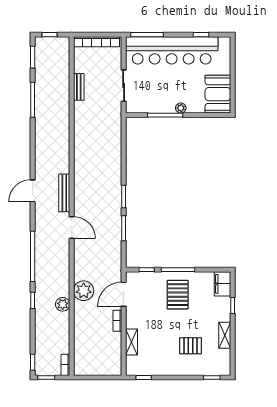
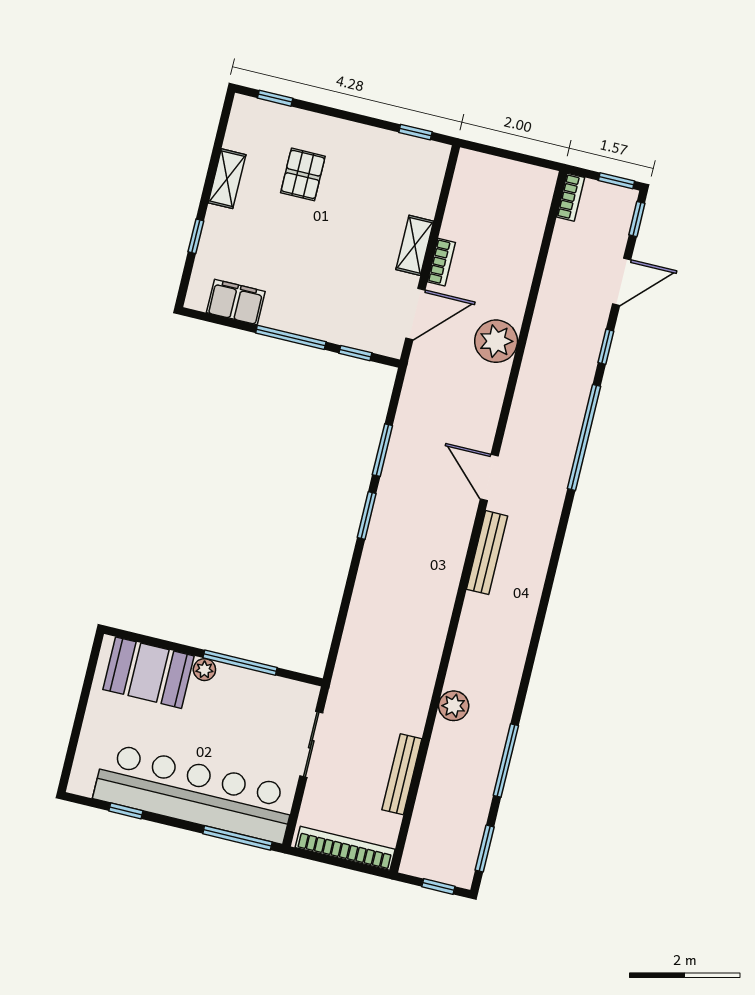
bench: (79, 87) -> (402, 774), width x1.36
booth: (218, 94) -> (149, 673), moved, turned 90
door: (33, 191) -> (622, 282), moved
filing cabinet: (223, 284) -> (236, 302), moved, turned -90
pallet: (178, 295) -> (304, 286), removed
plant: (63, 304) -> (454, 706), moved
shelving: (131, 342) -> (415, 245), moved
pallet: (191, 346) -> (303, 174), turned 90

